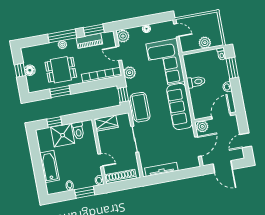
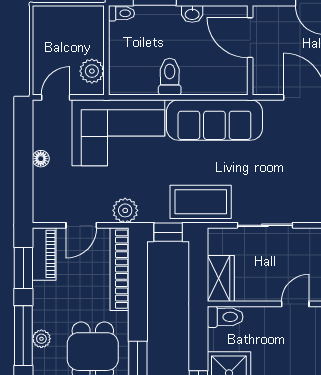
plant: (123, 36) -> (47, 210), removed
piano: (89, 41) -> (44, 254), moved
plant: (205, 43) -> (92, 71), moved
plant: (202, 126) -> (264, 81), removed
toilet: (78, 130) -> (225, 317), moved

